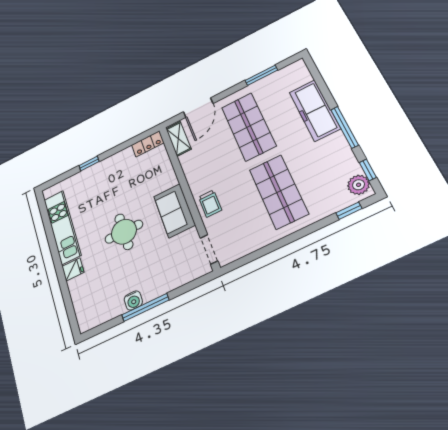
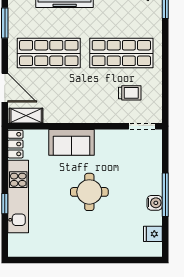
trolley: (210, 204) -> (130, 93), moved
sofa: (174, 211) -> (72, 142), moved
kitchen unit: (62, 227) -> (18, 196), moved, turned 90
fridge: (73, 269) -> (153, 234), moved, turned -90

